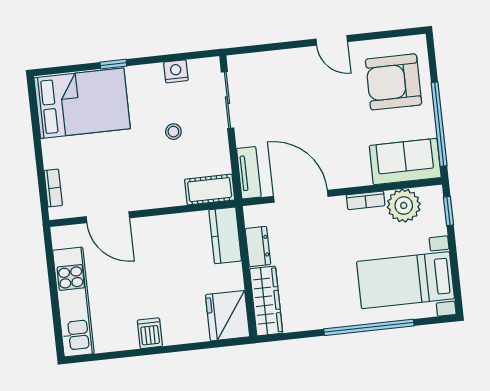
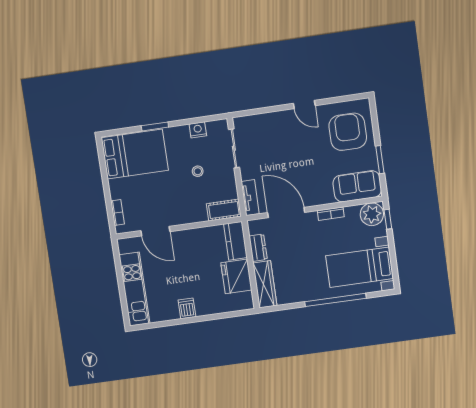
window: (113, 64) -> (155, 126), width x1.50
armchair: (394, 82) -> (348, 132), turned 90
window: (439, 124) -> (380, 160), width x0.47
plant: (404, 205) -> (372, 214), moved
fridge: (228, 316) -> (236, 276), moved

